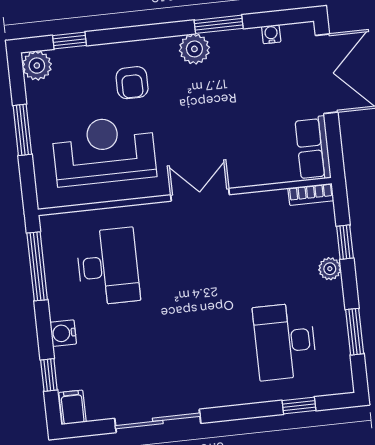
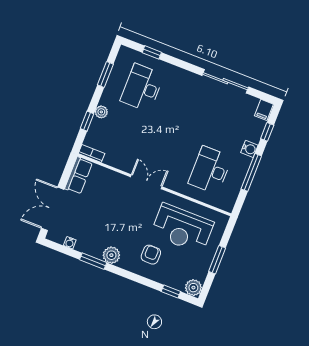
double door: (200, 195) -> (146, 182), swing flipped
window: (37, 266) -> (251, 172), moved
desk: (285, 341) -> (142, 88), turned 180

